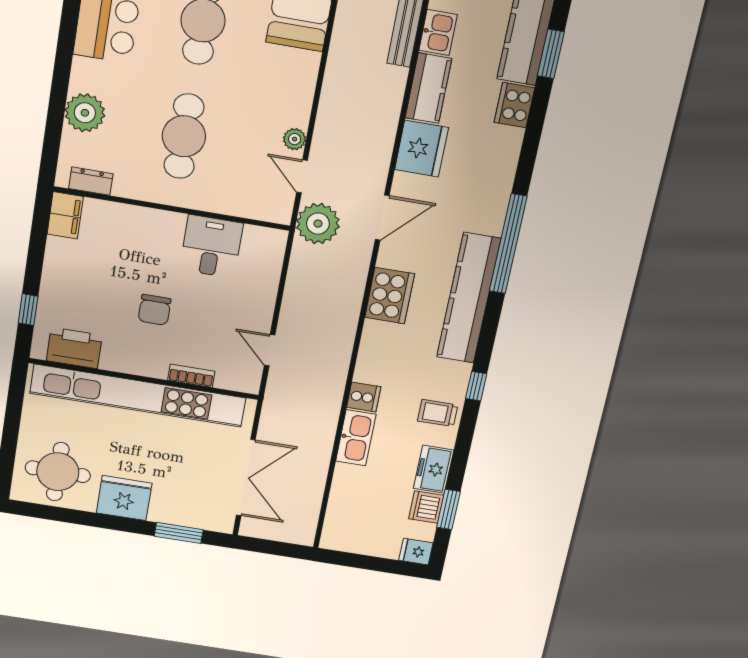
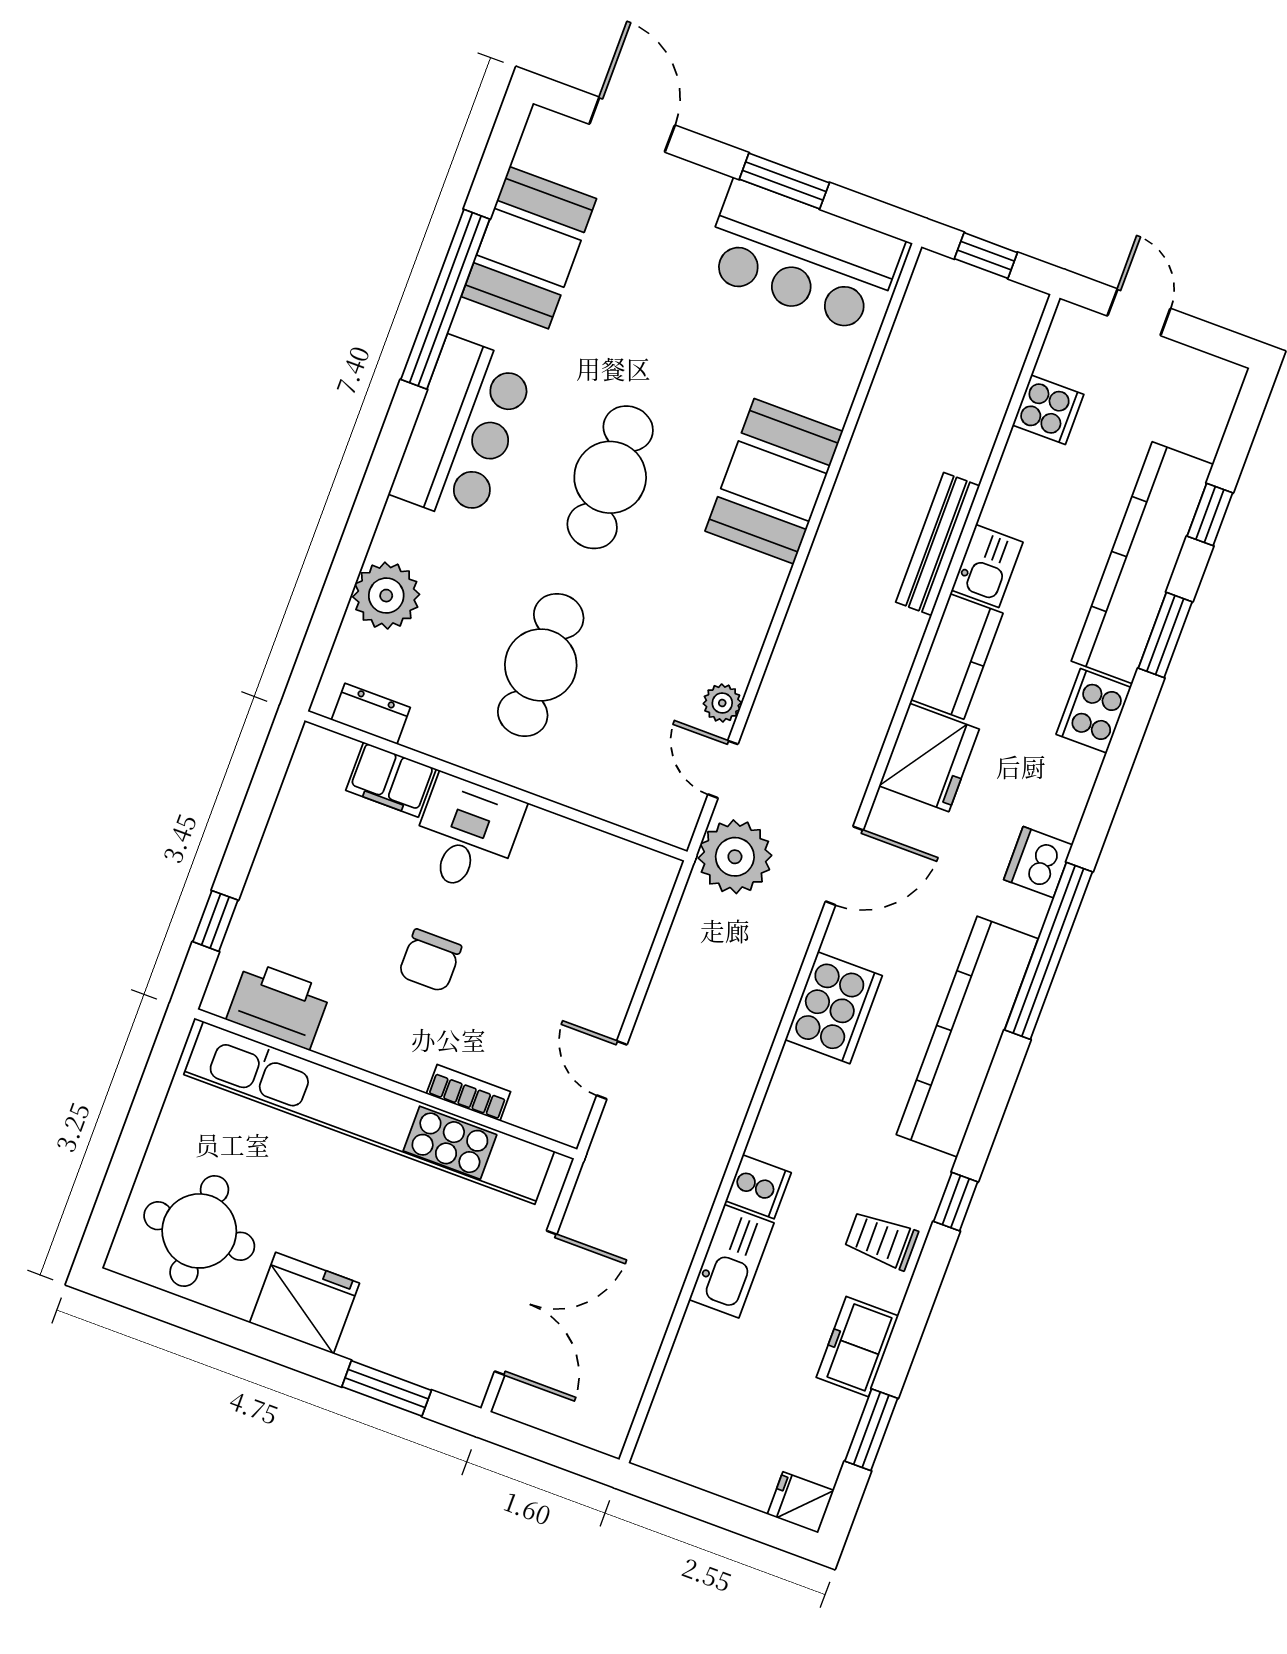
filing cabinet: (65, 215) -> (391, 780), moved, turned 90
desk: (211, 246) -> (466, 834), moved
dishwasher: (426, 507) -> (1038, 862), moved

